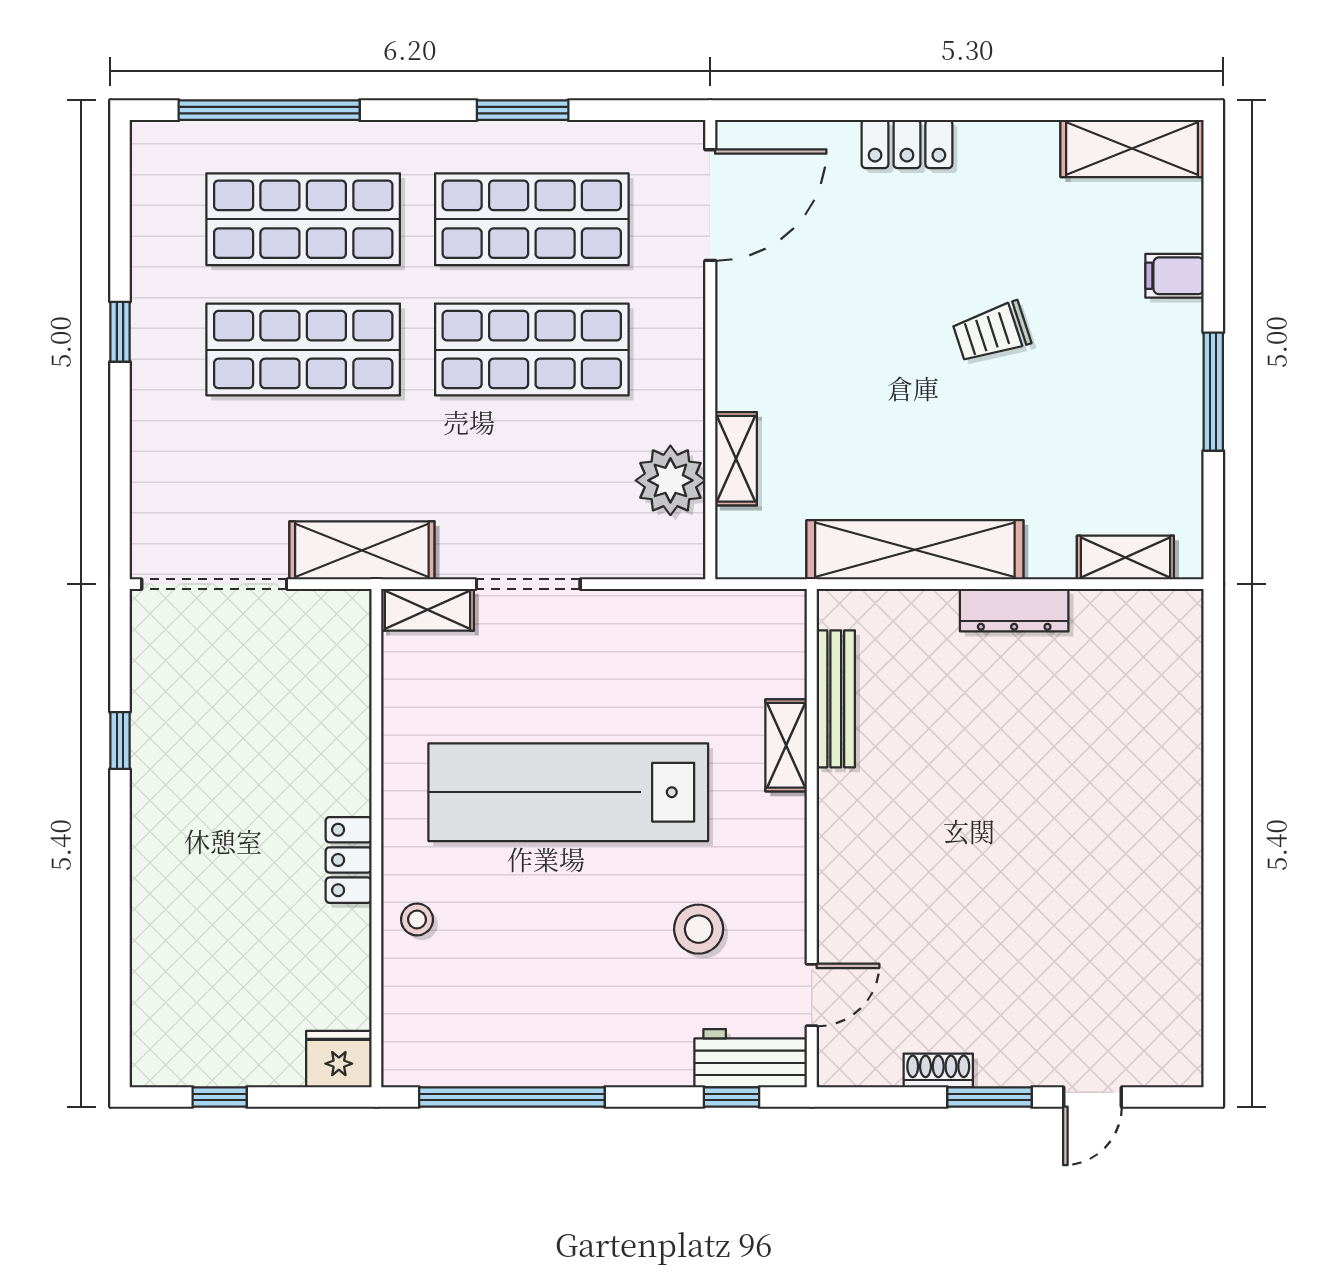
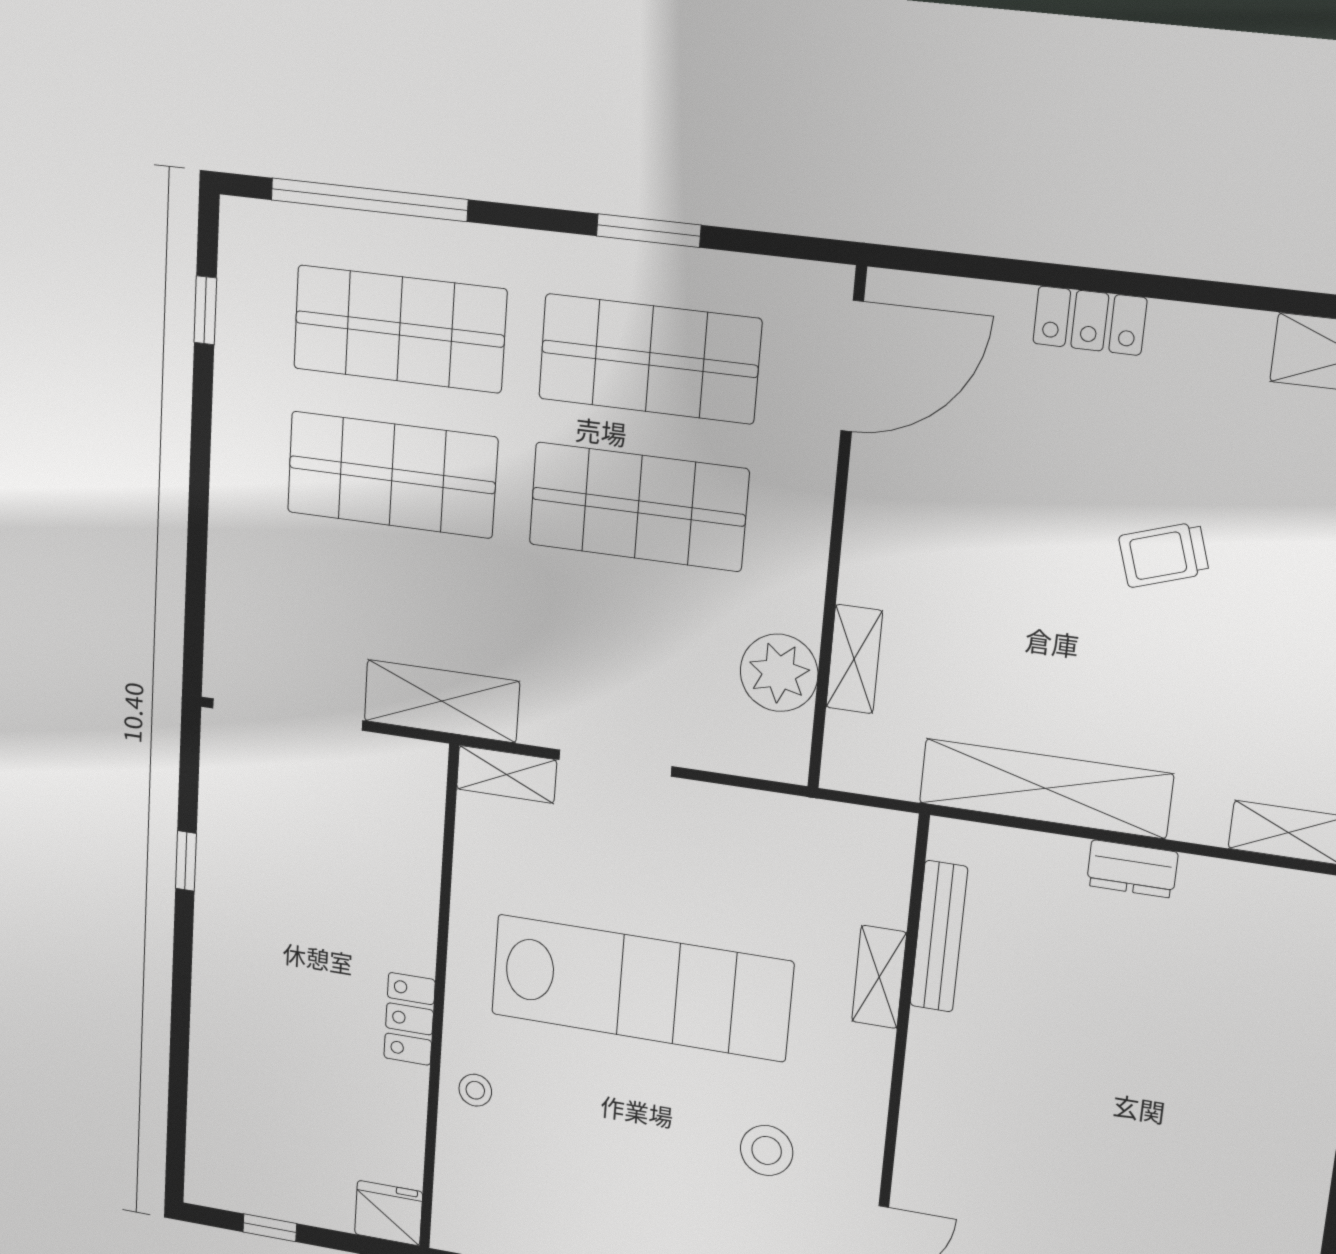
window: (120, 332) -> (205, 310), moved
dresser: (1014, 610) -> (1132, 869), width x0.70
lab bench: (568, 792) -> (641, 988), turned 180

